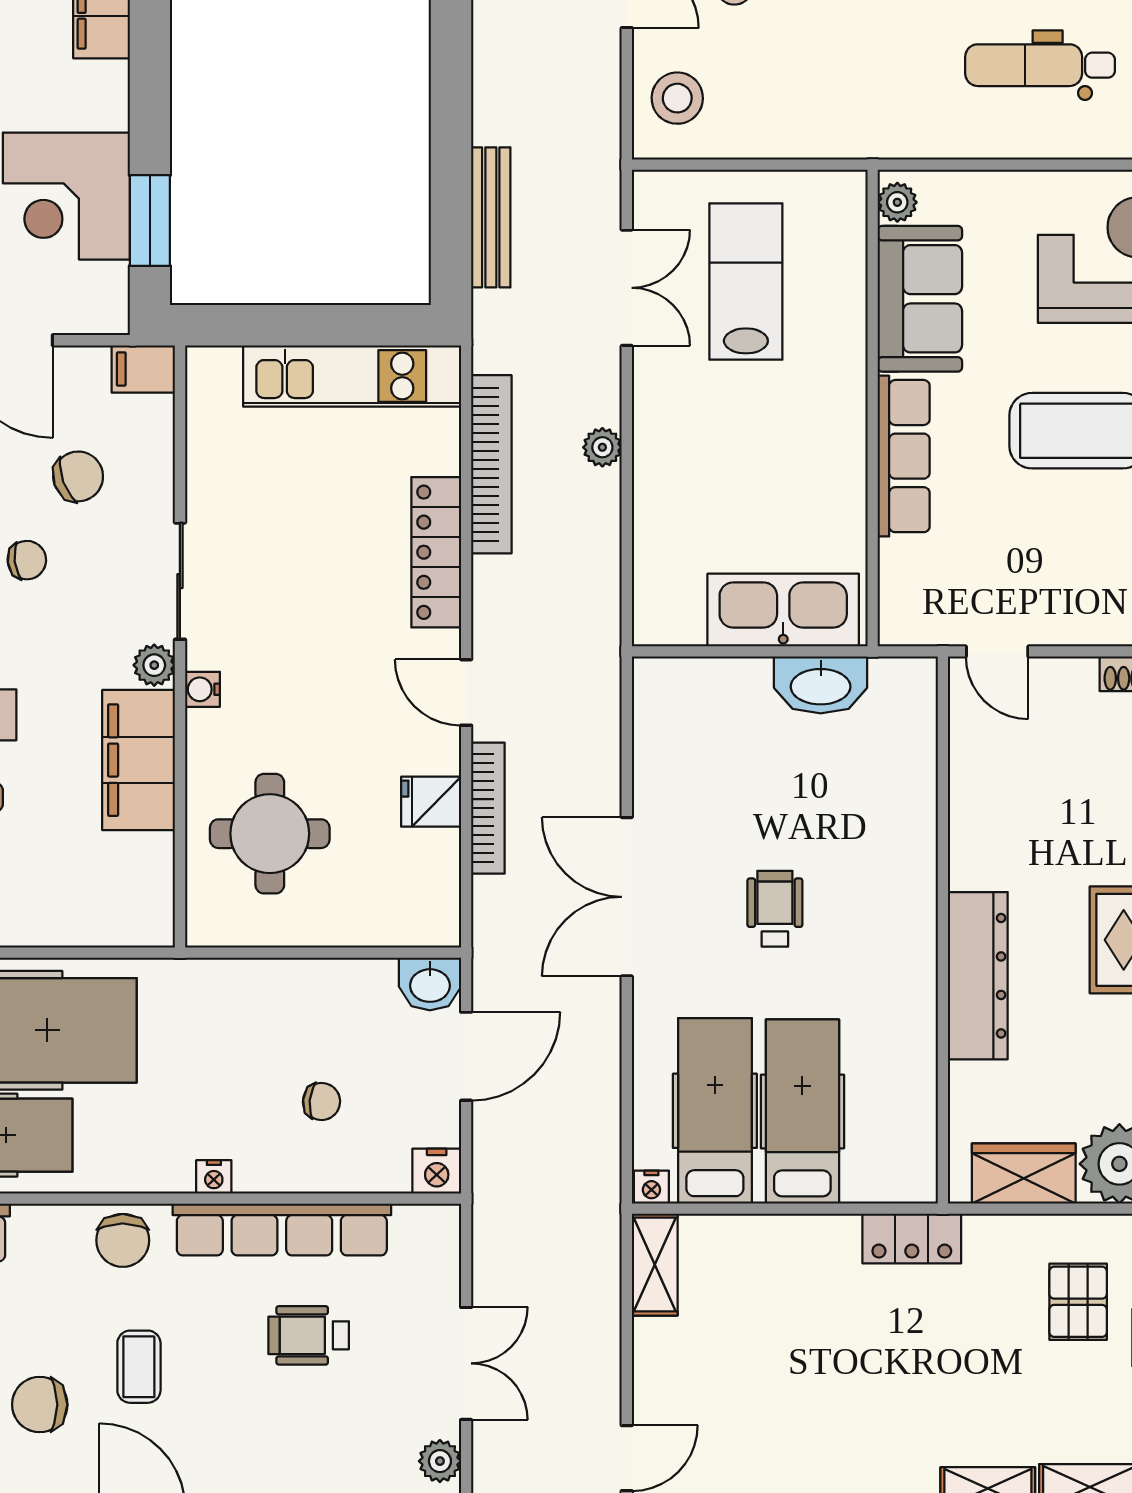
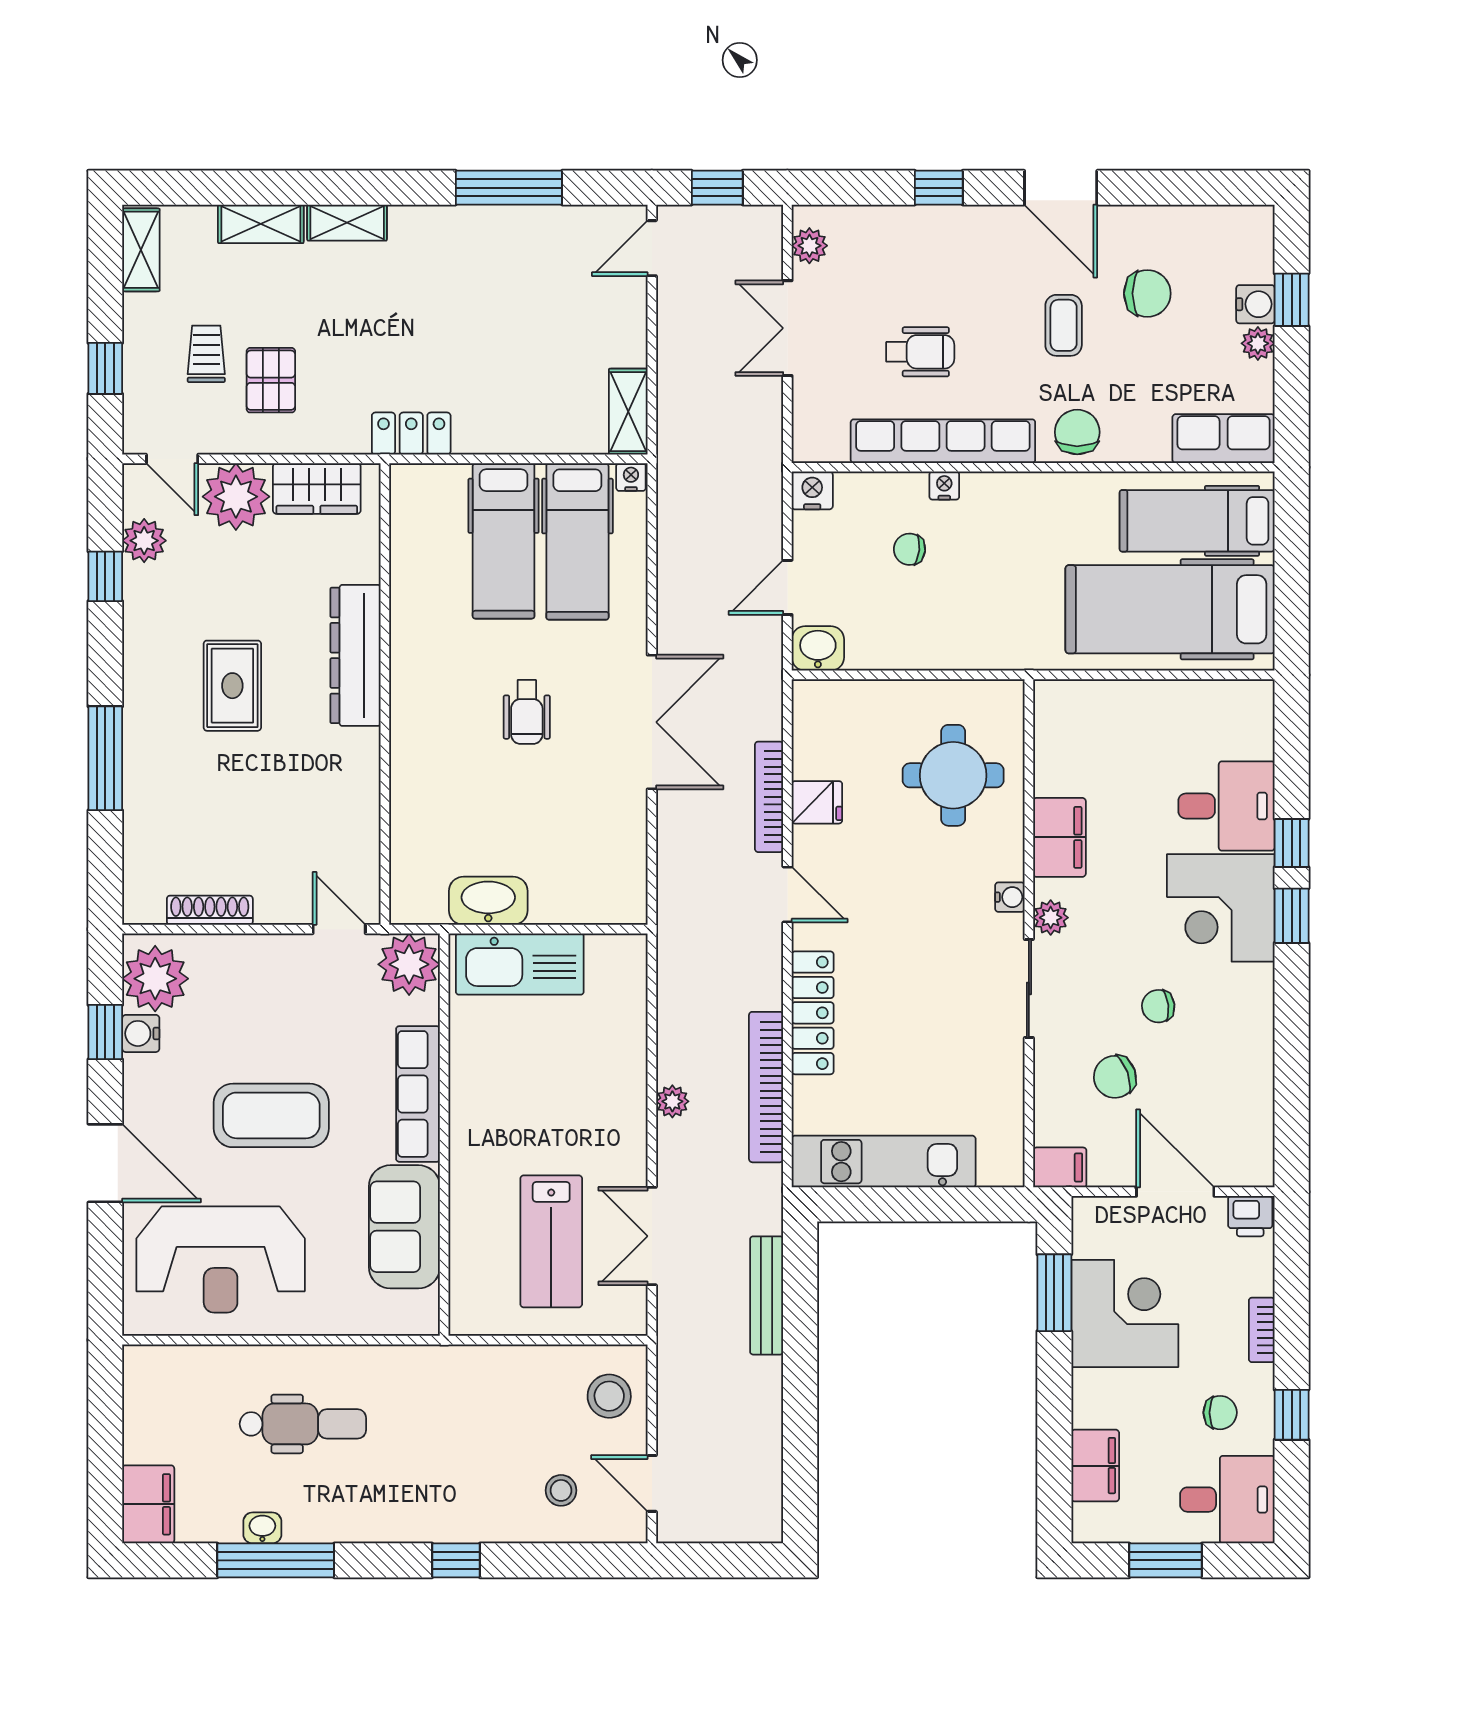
plant: (897, 202) -> (409, 964), moved, width x1.88, depth x1.88
filing cabinet: (139, 760) -> (1059, 837), width x0.67, depth x0.86
door: (466, 1056) -> (787, 587), width x0.73
nightstand: (214, 1177) -> (944, 486), moved

